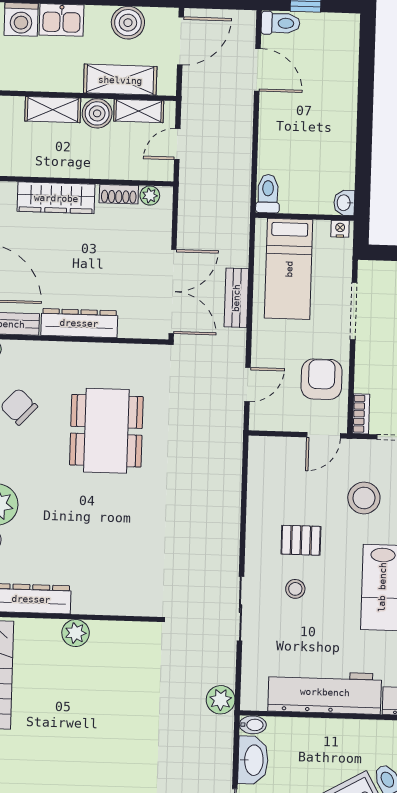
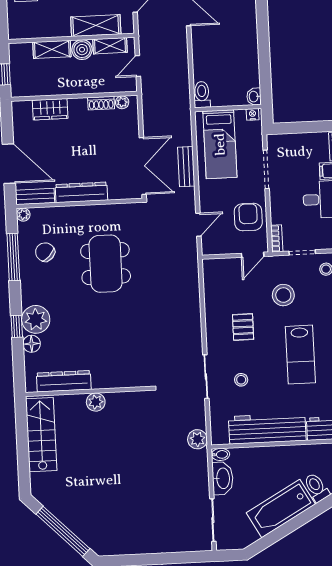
wardrobe: (56, 198) -> (50, 109), width x0.67
pallet: (301, 540) -> (243, 327), turned 90
stool: (295, 589) -> (241, 380), moved

